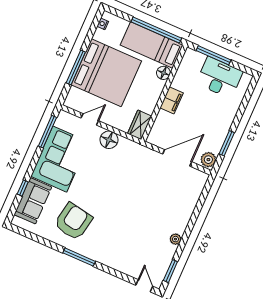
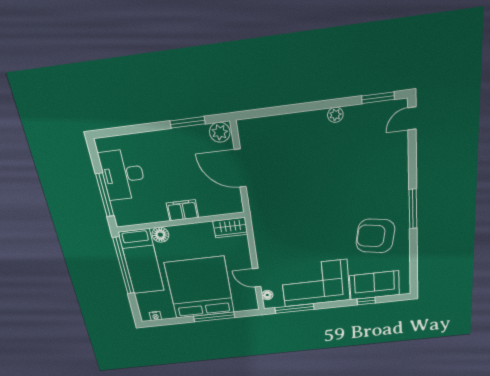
floor lamp: (109, 140) -> (267, 295), moved, width x0.53, depth x0.53

